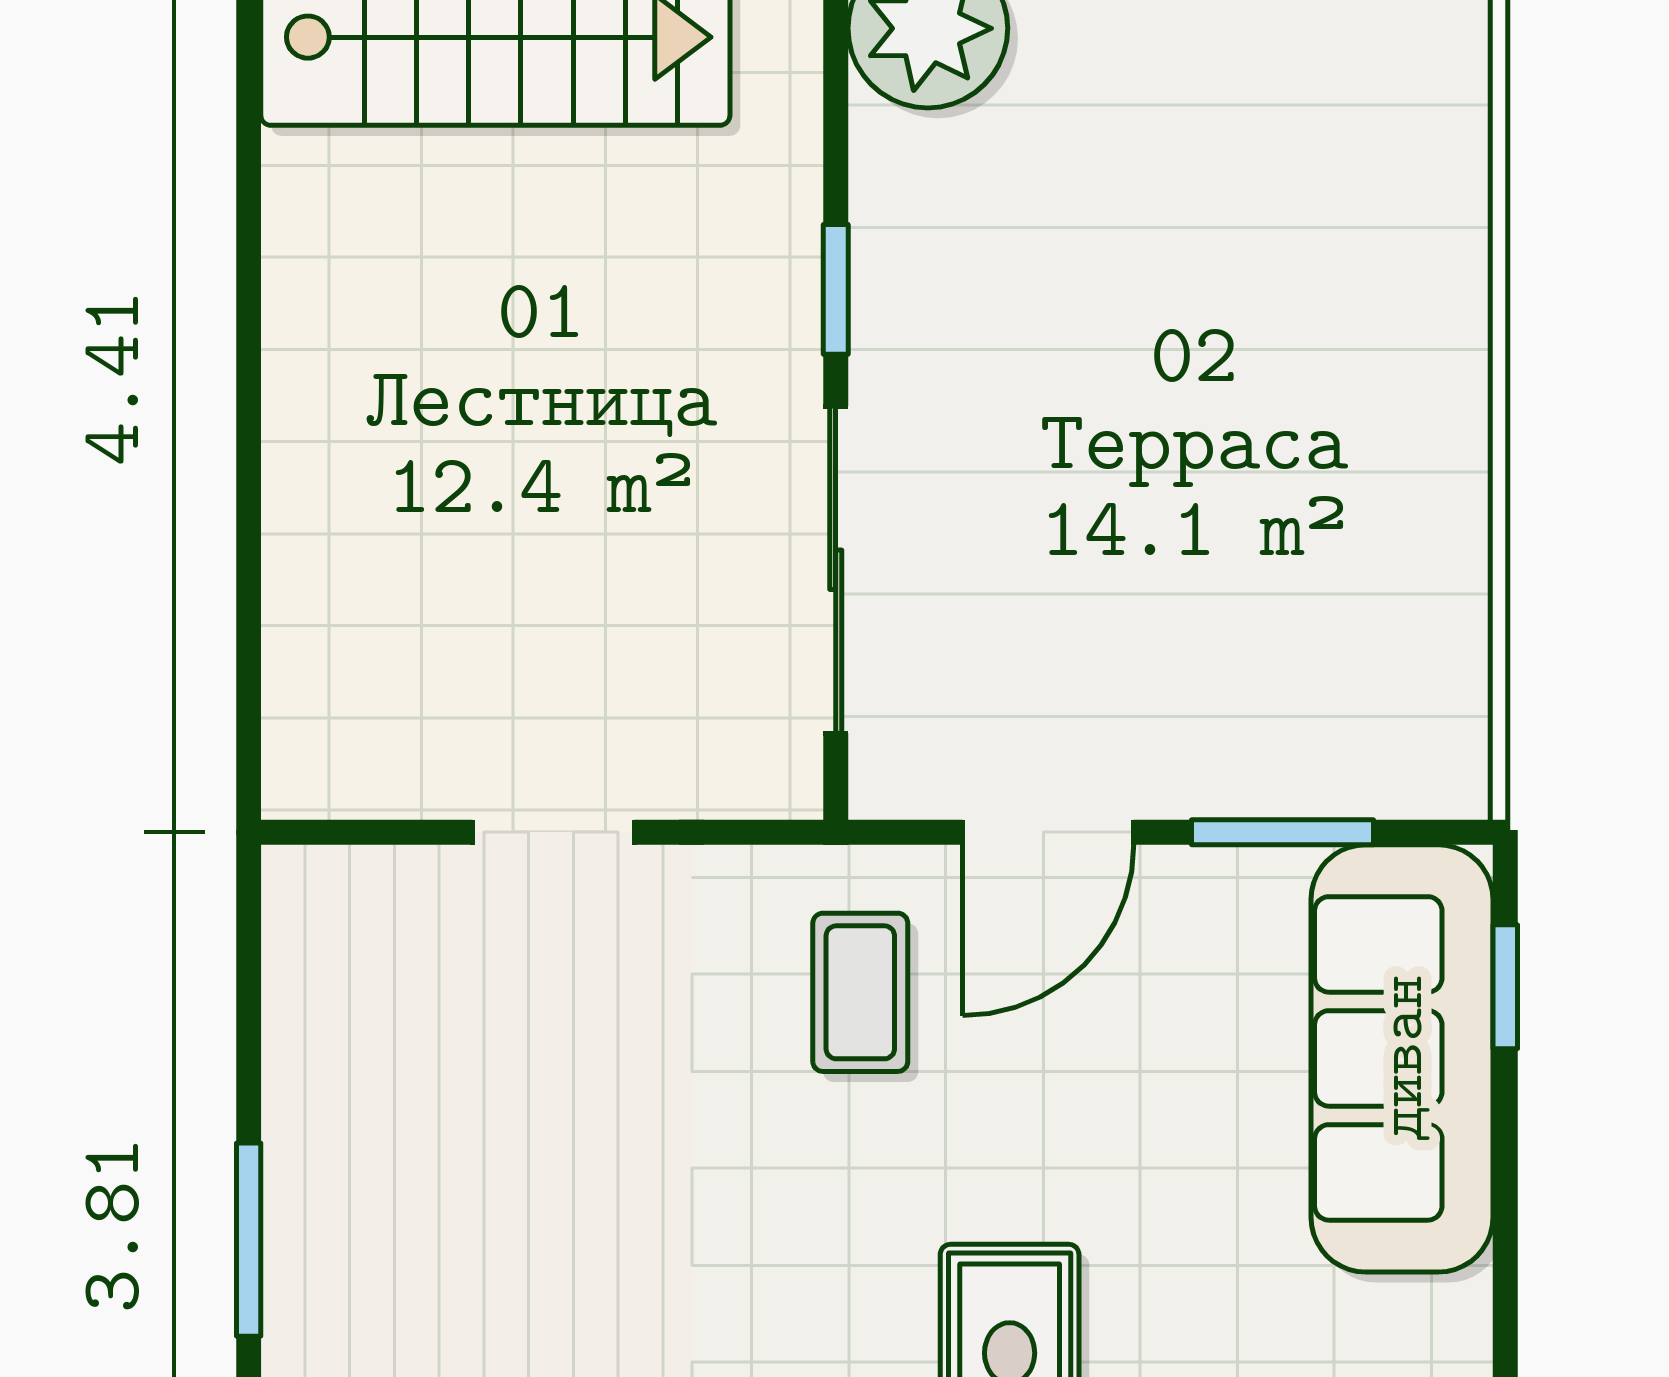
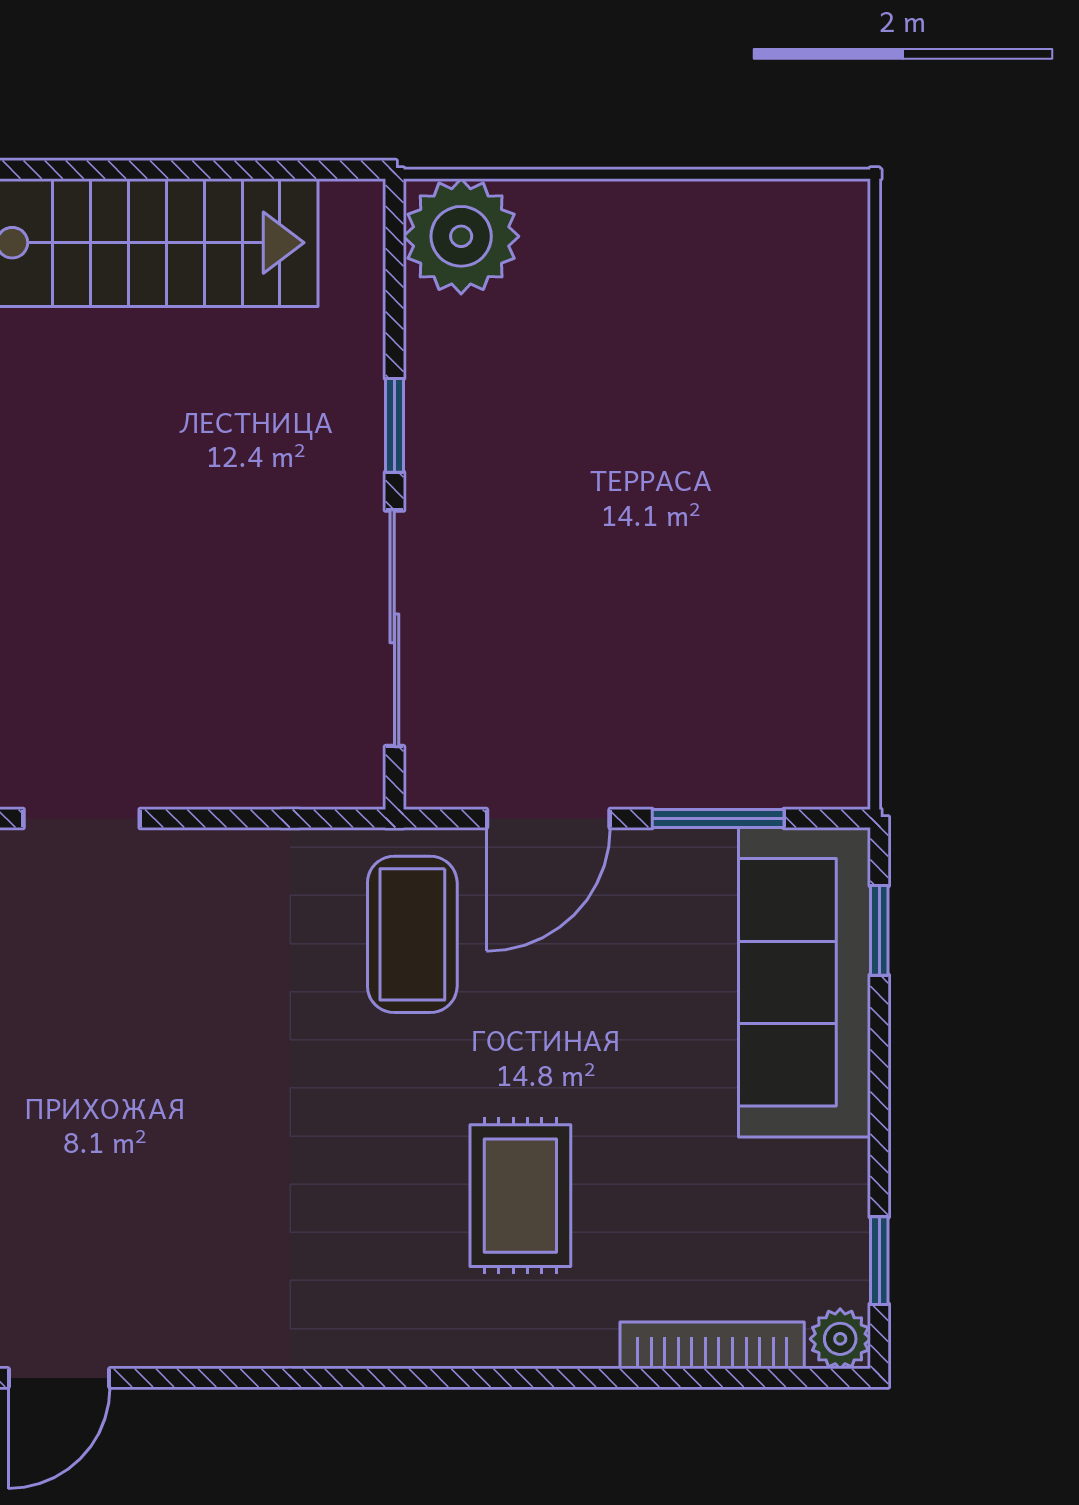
doorway: (553, 832) -> (82, 819), moved
coffee table: (860, 992) -> (412, 934), width x1.36, depth x1.30

